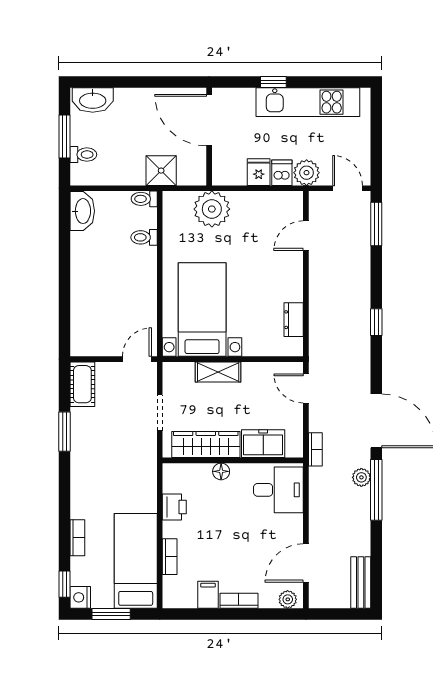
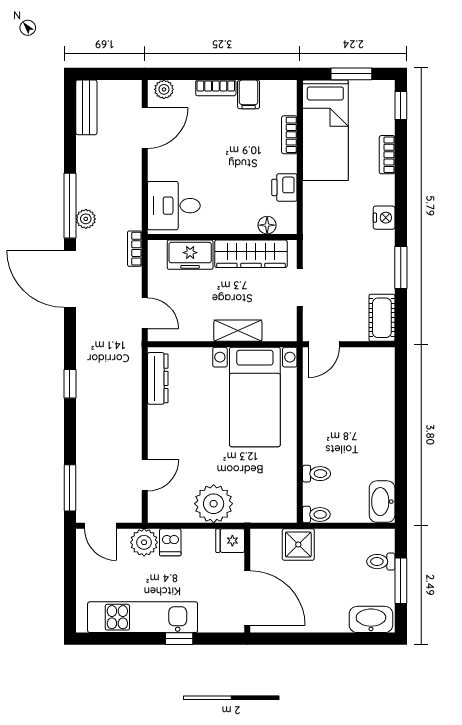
fridge: (259, 172) -> (230, 541), moved, turned 90
plant: (212, 209) -> (214, 504), moved
dresser: (294, 320) -> (158, 378), width x1.44
floor lamp: (221, 471) -> (267, 225), moved
nightstand: (80, 597) -> (384, 218), moved

